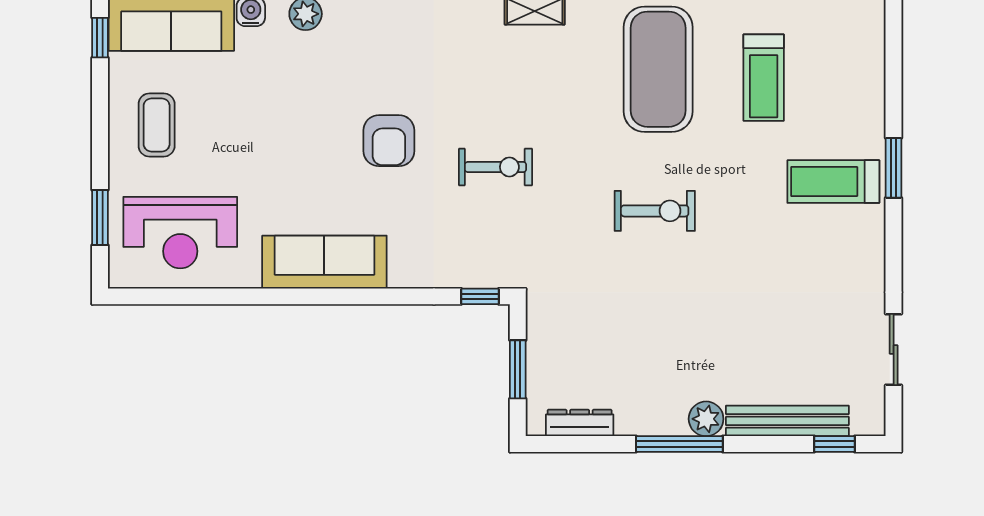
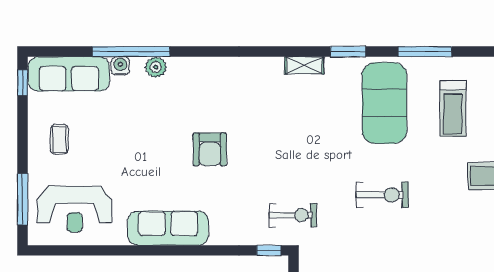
coffee table: (157, 125) -> (59, 139), width x0.73, depth x0.77
exercise bike: (495, 167) -> (293, 215), moved
window: (100, 218) -> (23, 199), width x1.44

